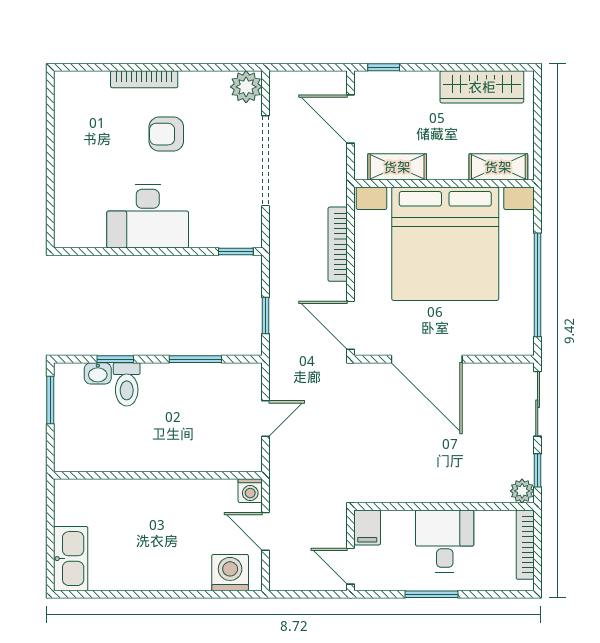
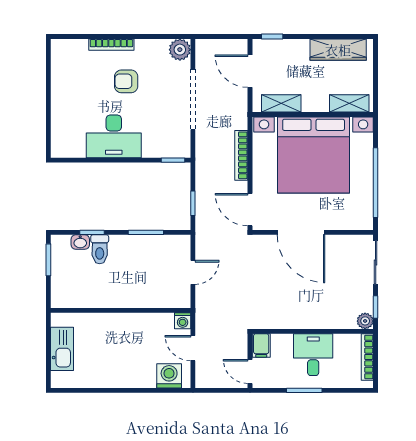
kitchen sink: (71, 559) -> (62, 349), moved

